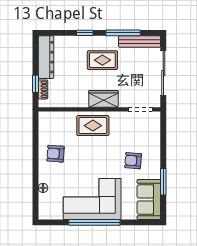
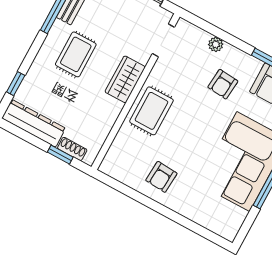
window: (85, 33) -> (16, 84), moved
plant: (155, 143) -> (216, 44), added
floor lamp: (43, 188) -> (196, 216), removed

